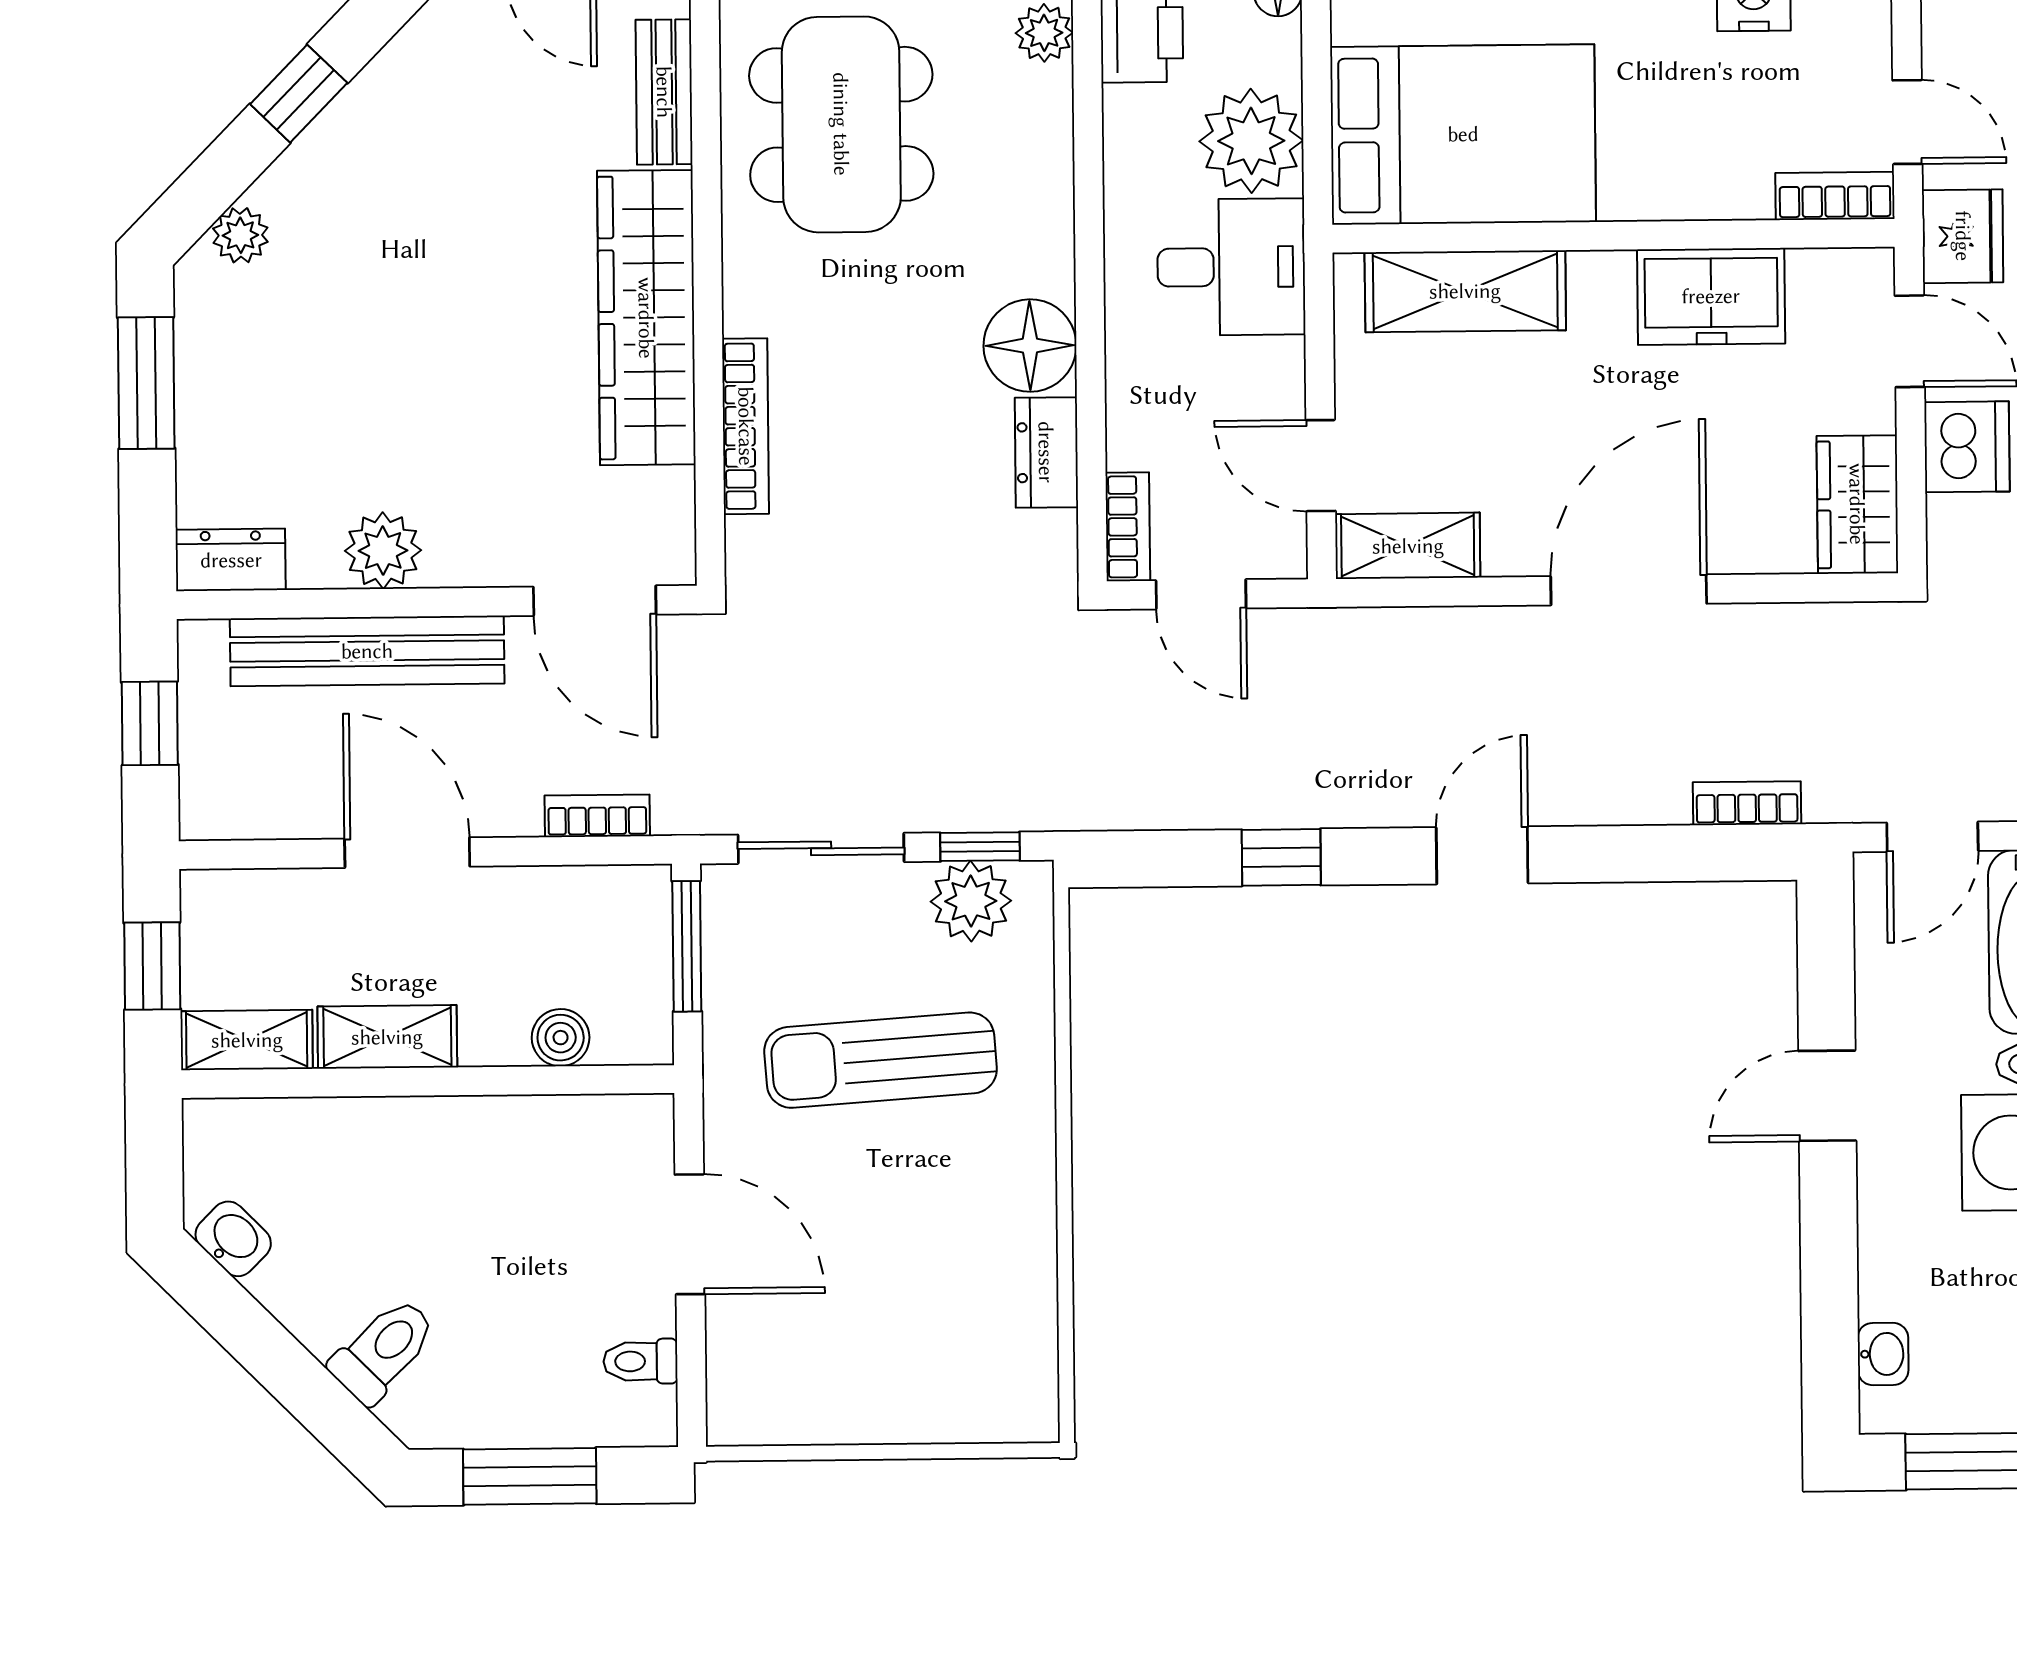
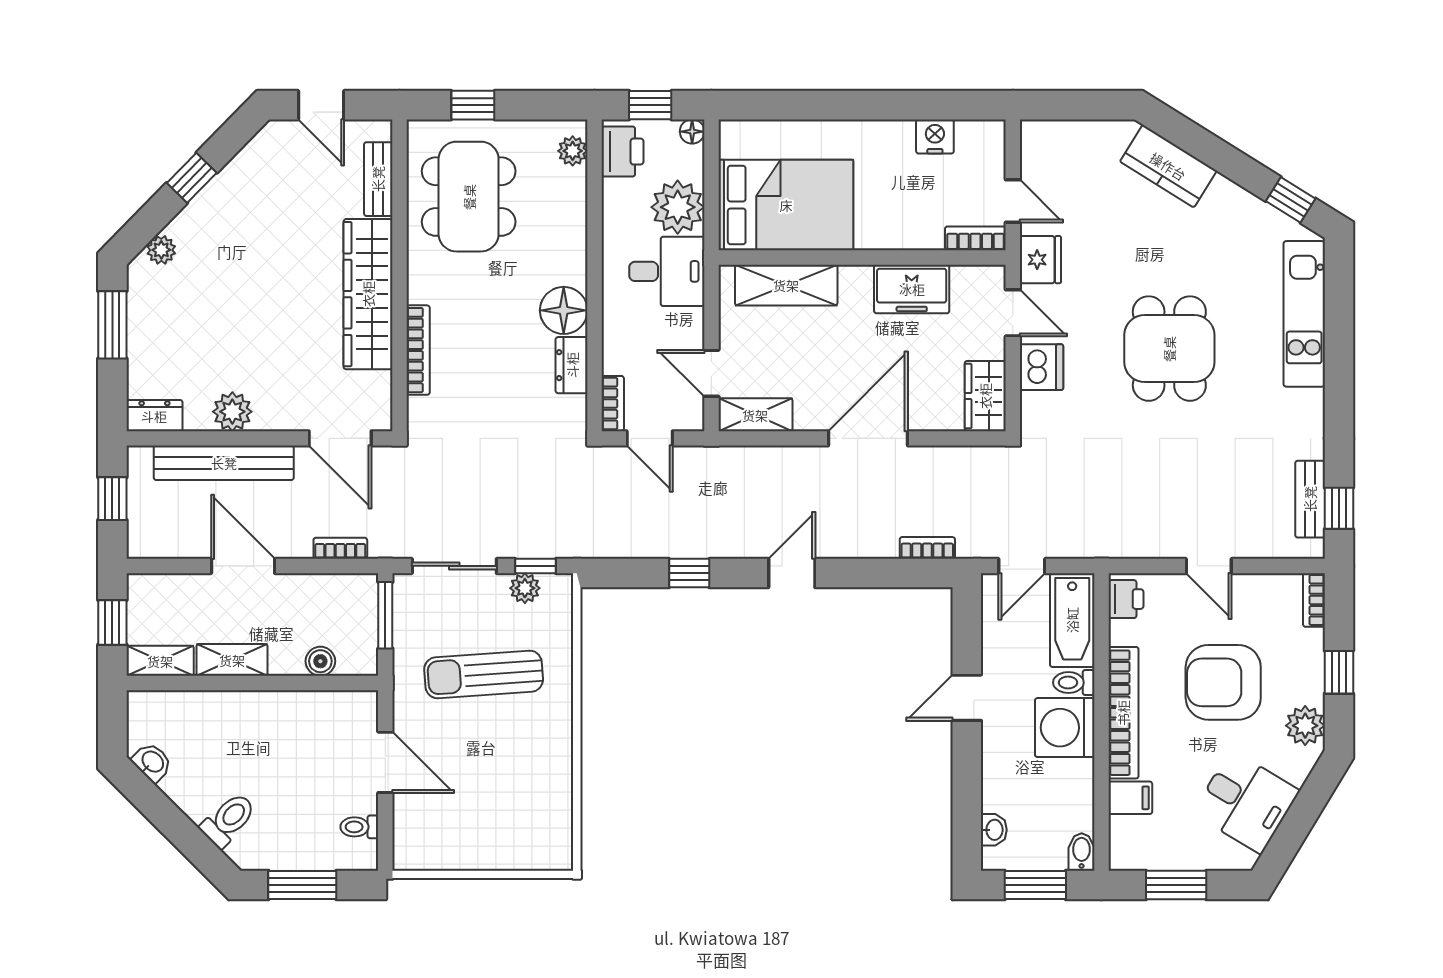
plant: (971, 901) -> (525, 588), width x0.73, depth x0.73

